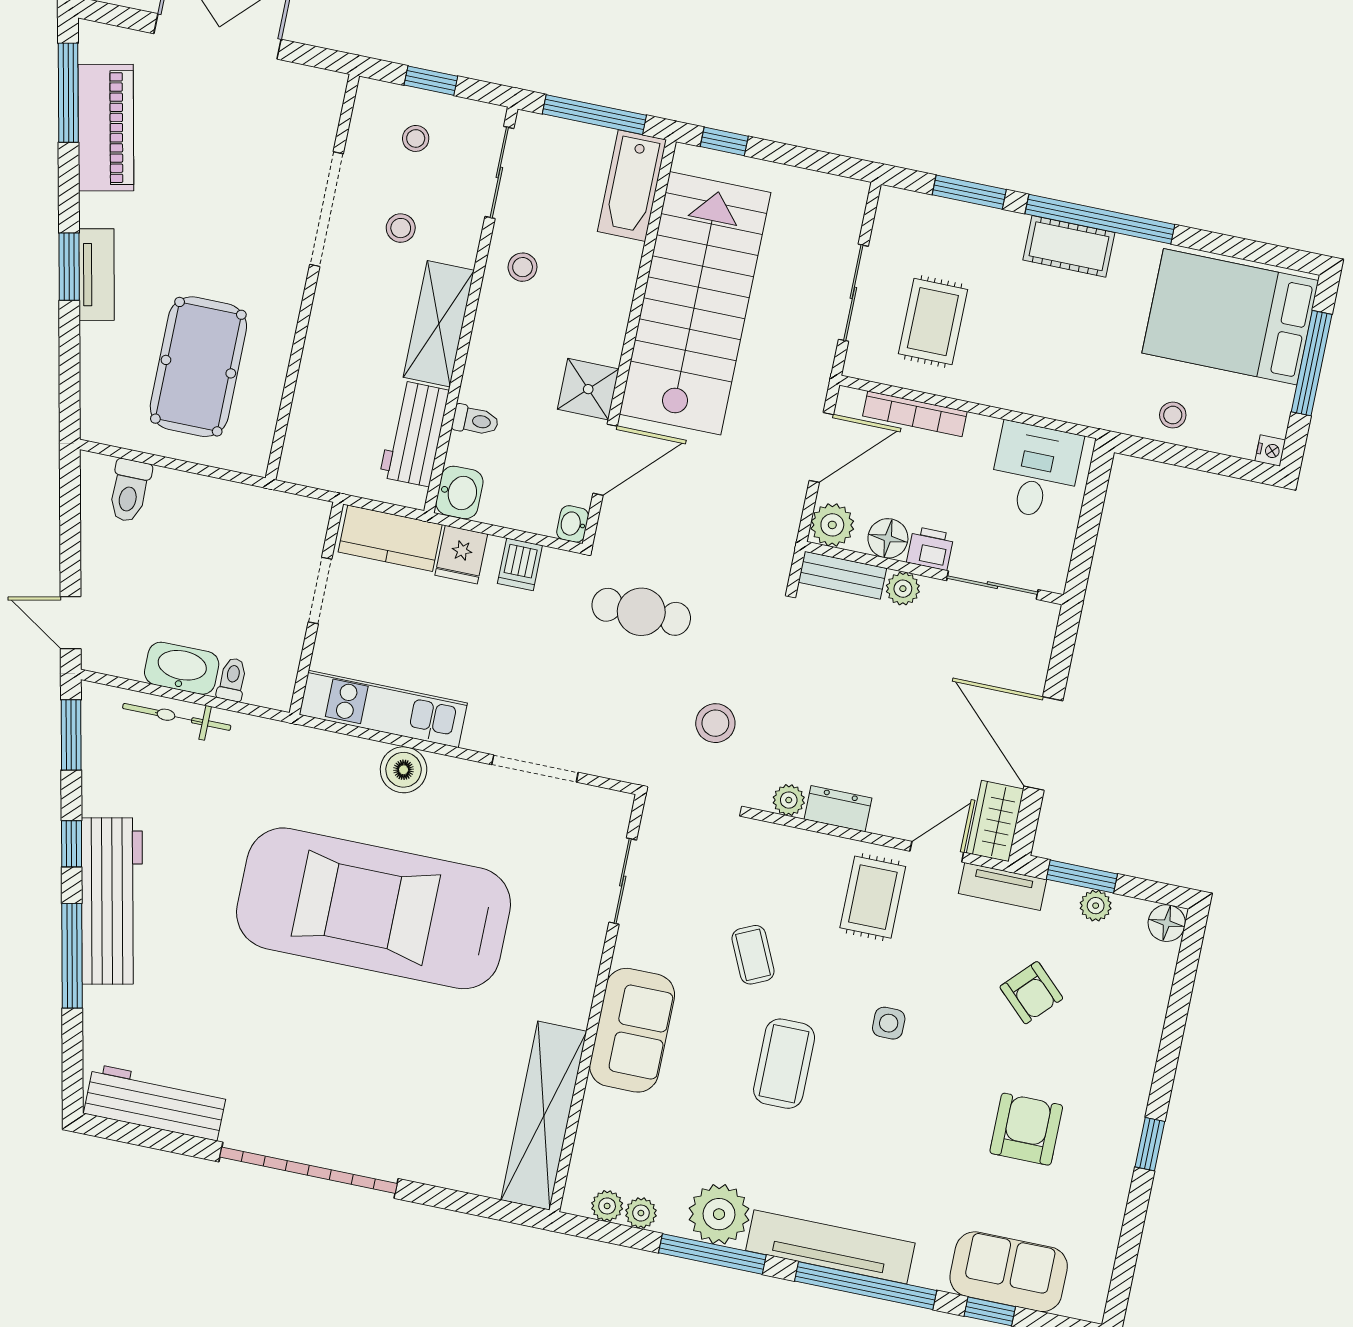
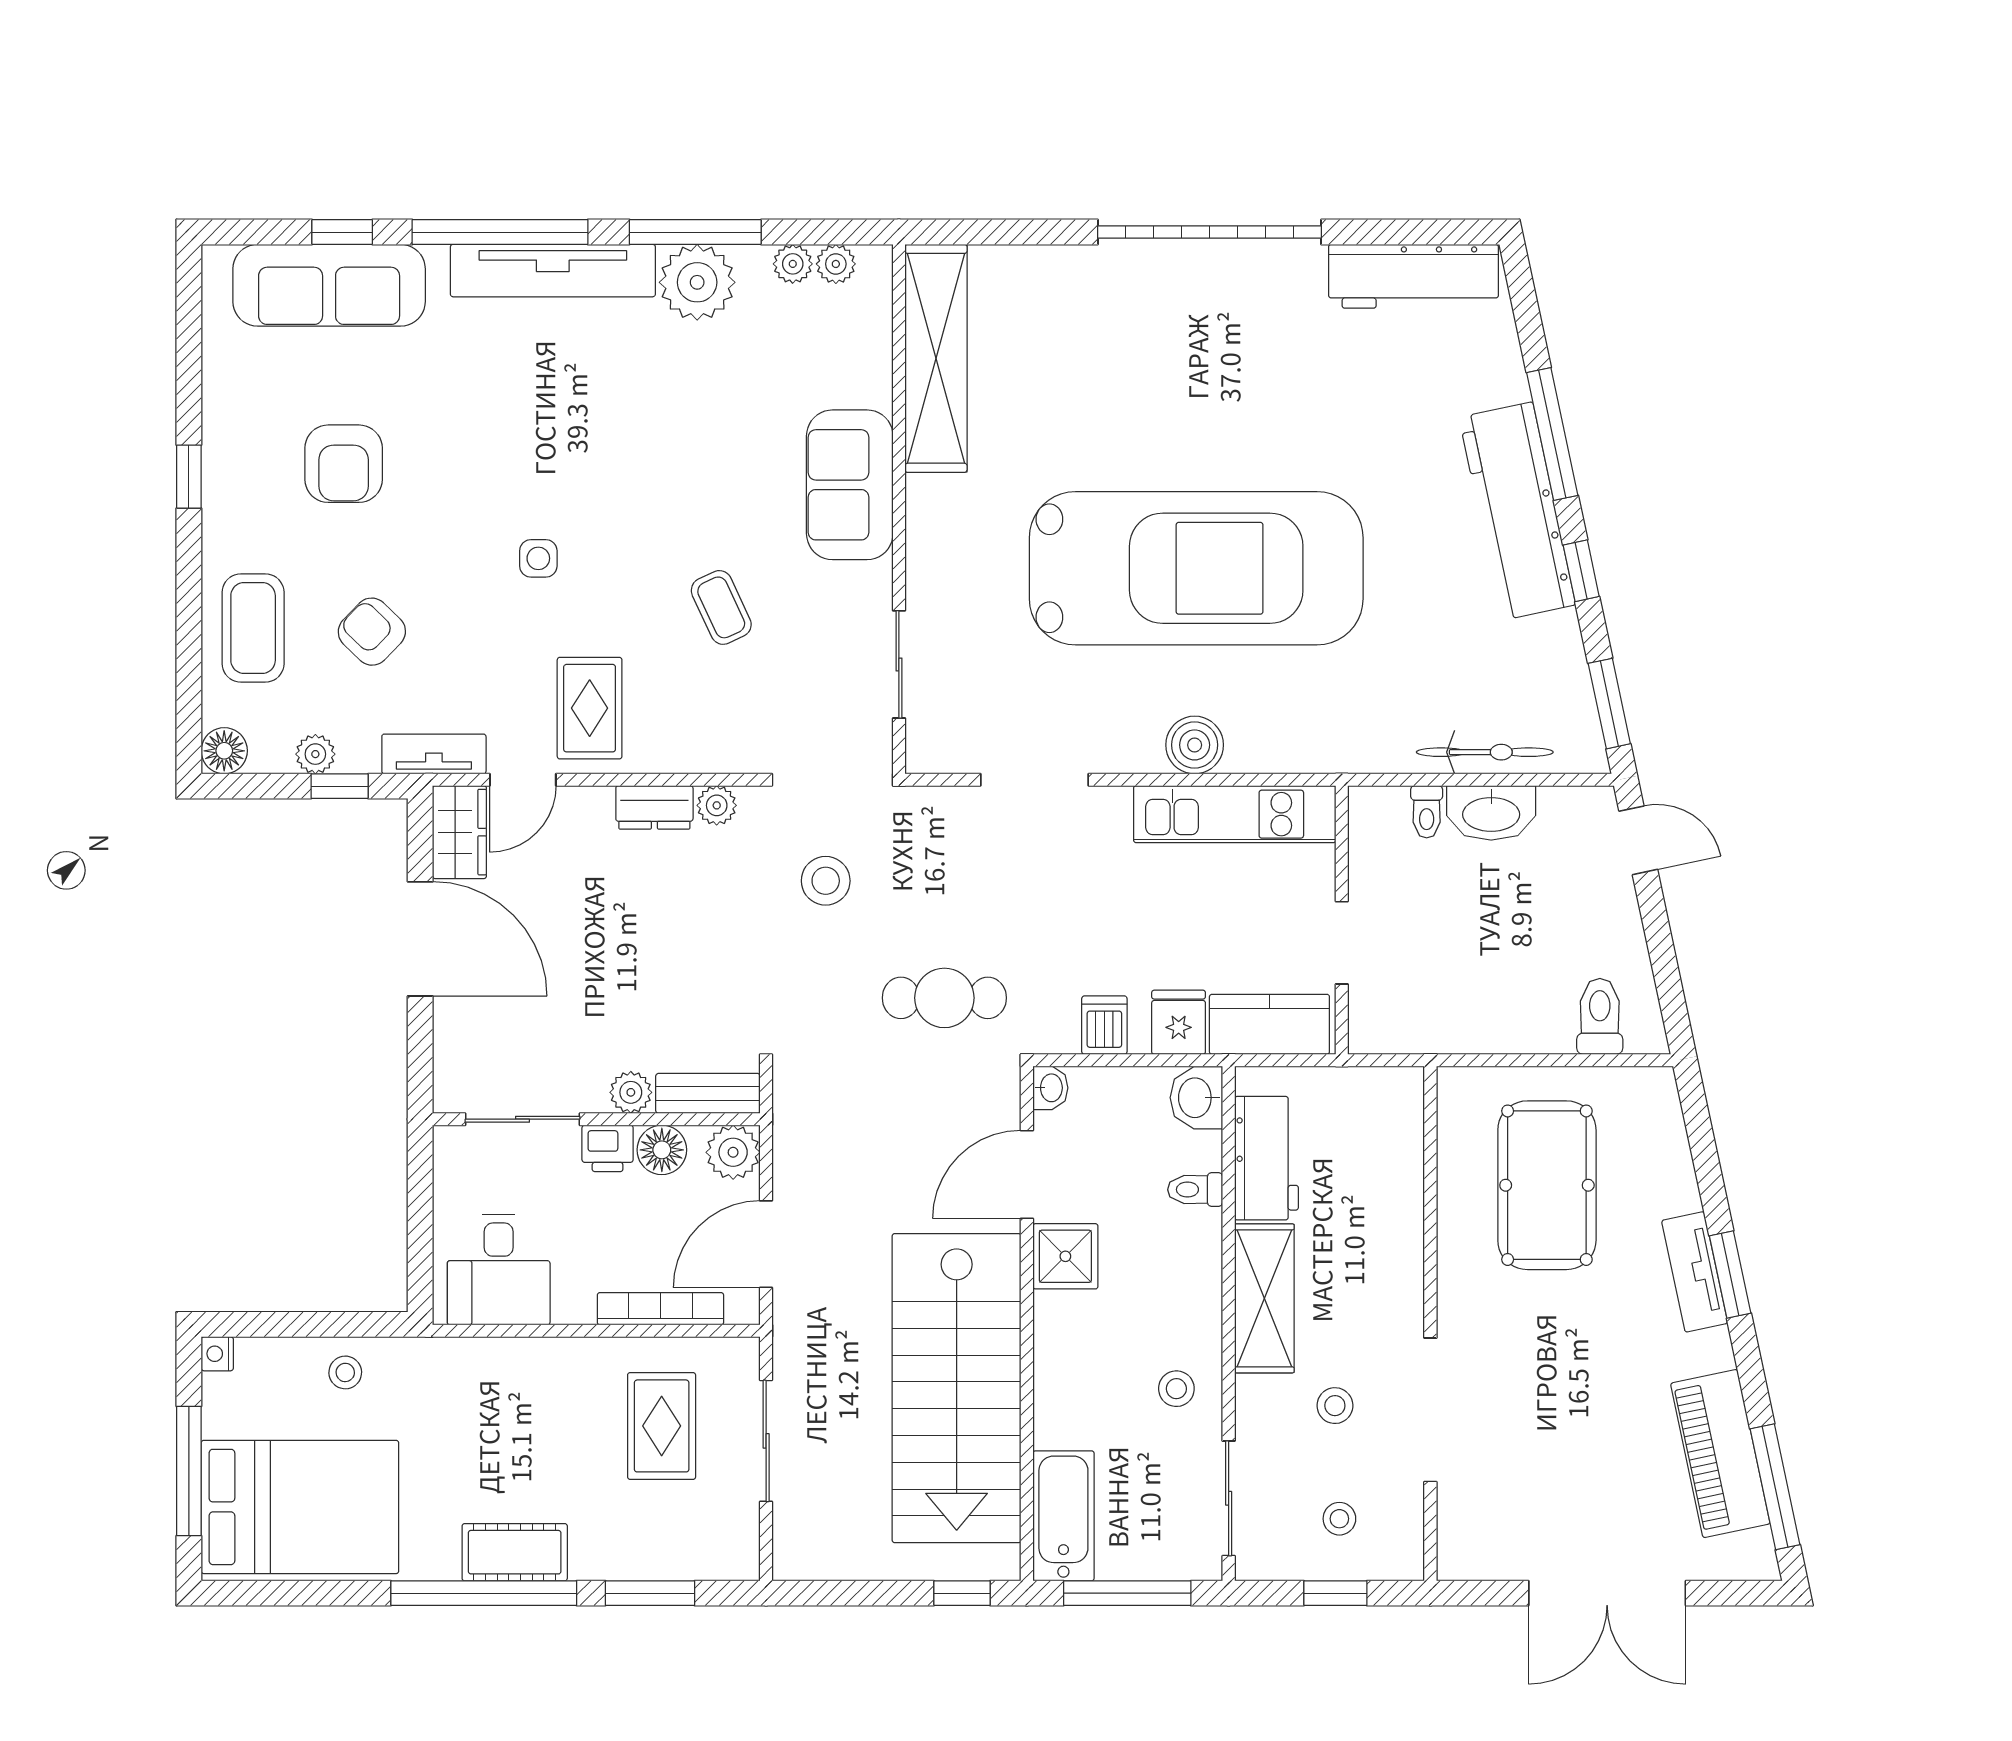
window: (1082, 877) -> (340, 786), width x0.67
coffee table: (784, 1064) -> (253, 628), moved
sofa: (1009, 1272) -> (329, 285), width x1.36

